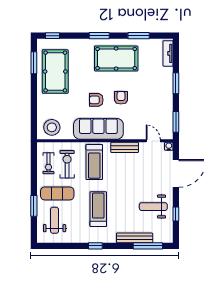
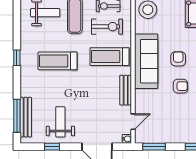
treadmill: (98, 209) -> (58, 61), turned 180
bench: (135, 238) -> (26, 117), moved

